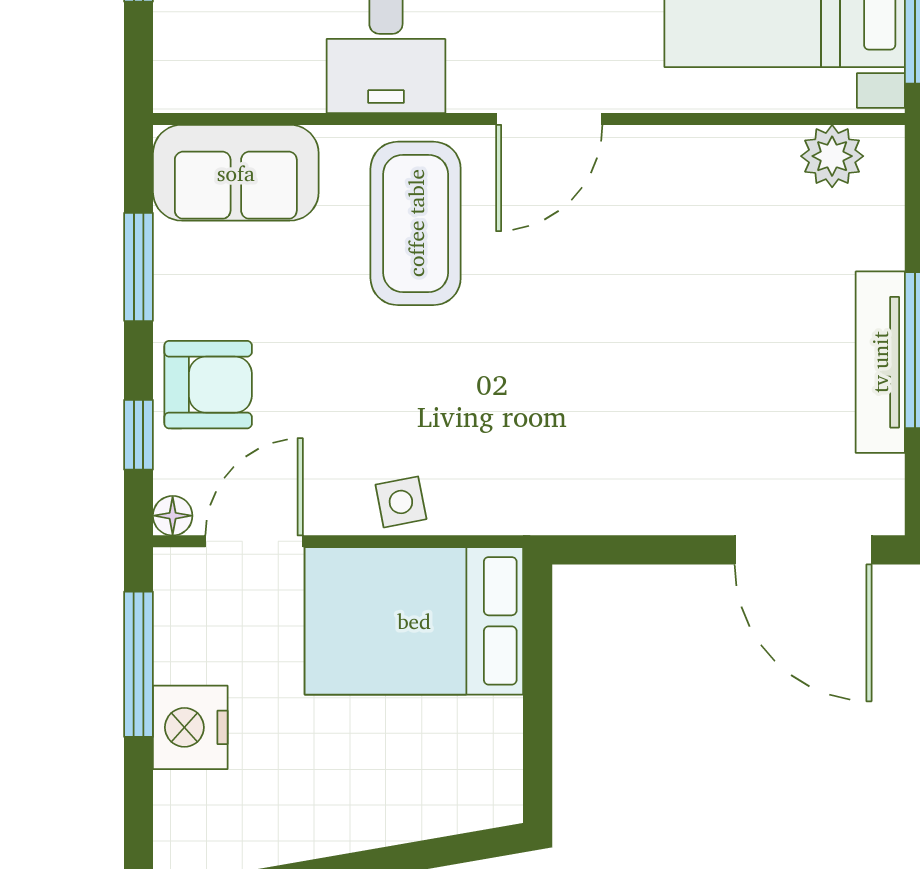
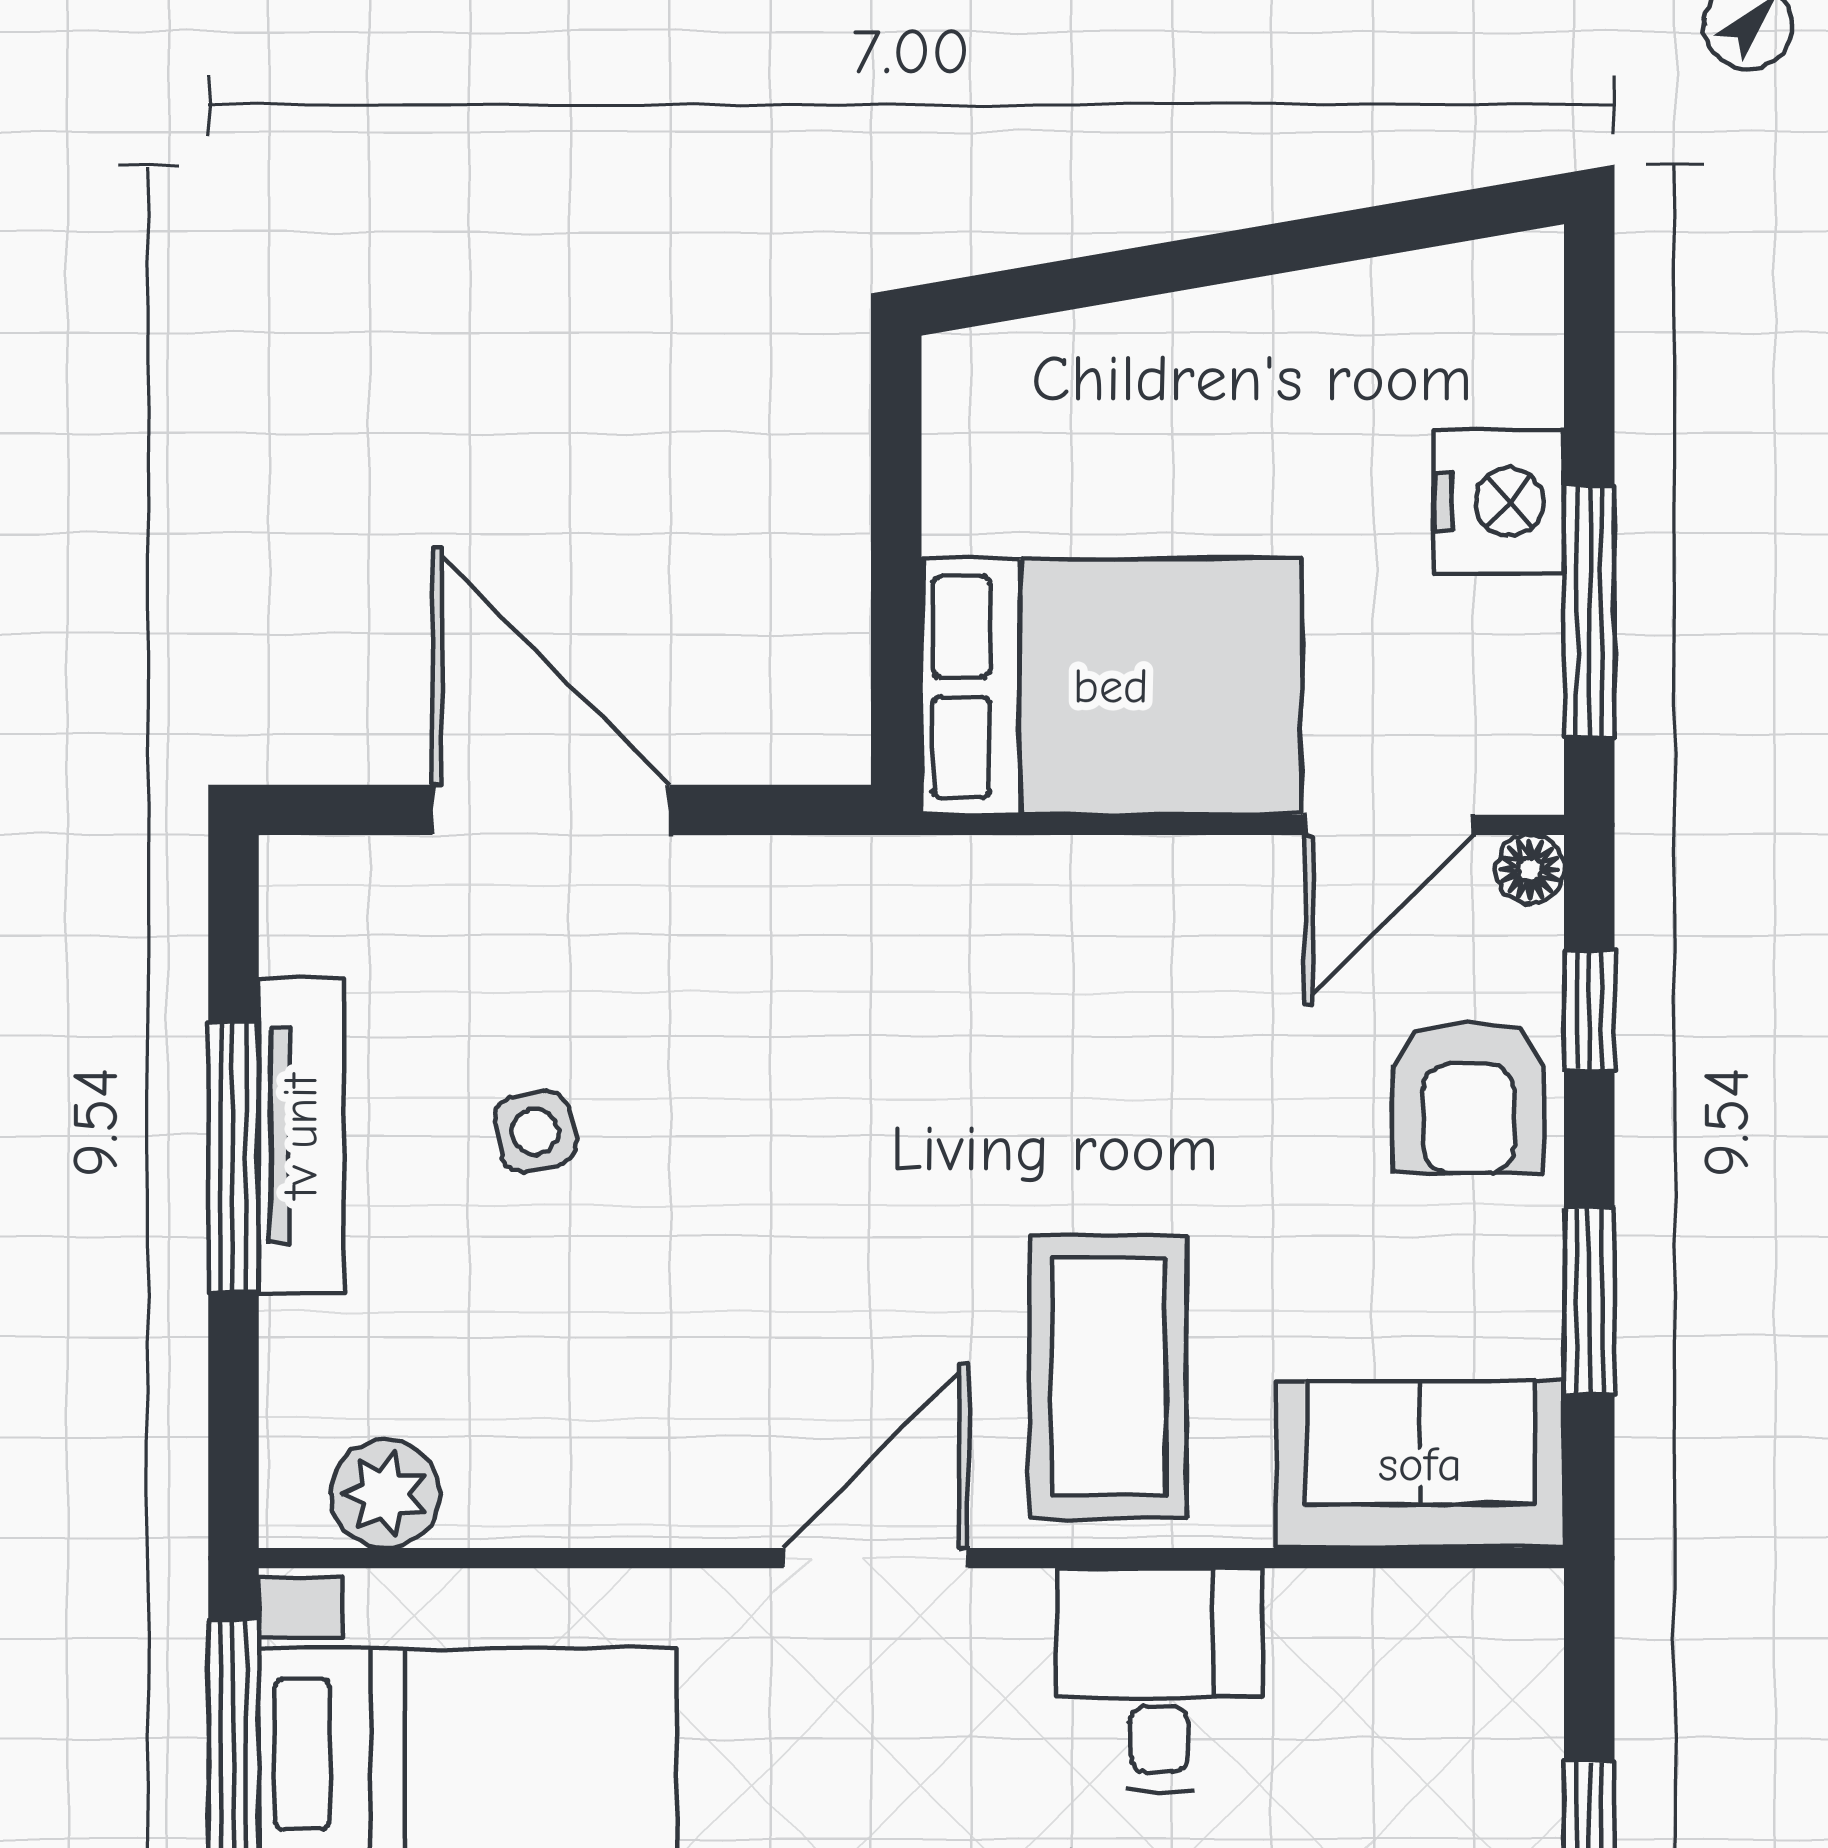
armchair: (208, 385) -> (1468, 1097), turned -90
side table: (401, 502) -> (535, 1132), moved
door: (803, 550) -> (551, 810), moved

